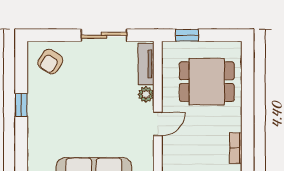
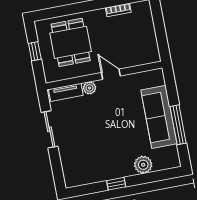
window: (187, 35) -> (35, 51), moved
armchair: (50, 62) -> (78, 167), removed
plant: (38, 143) -> (143, 165), added

